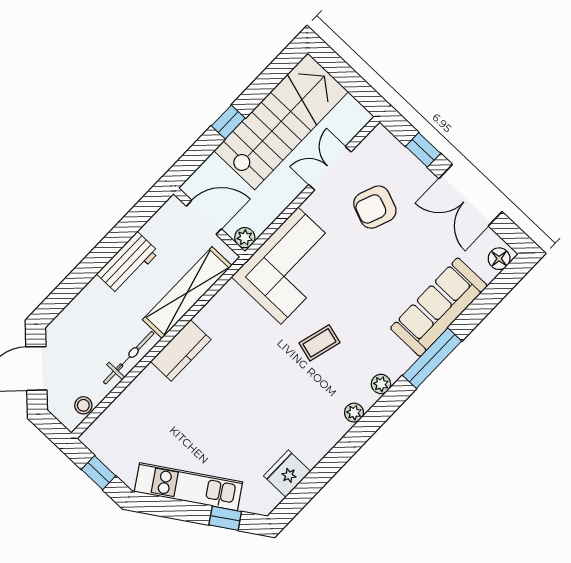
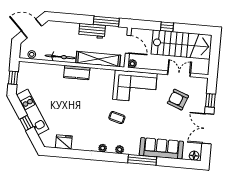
window: (131, 224) -> (106, 21), added
window: (225, 518) -> (27, 123), moved

